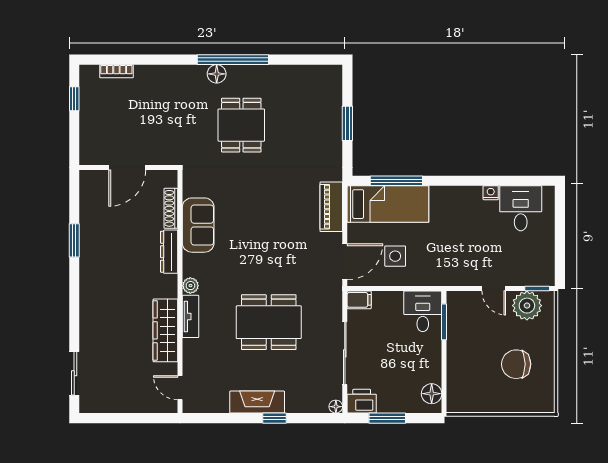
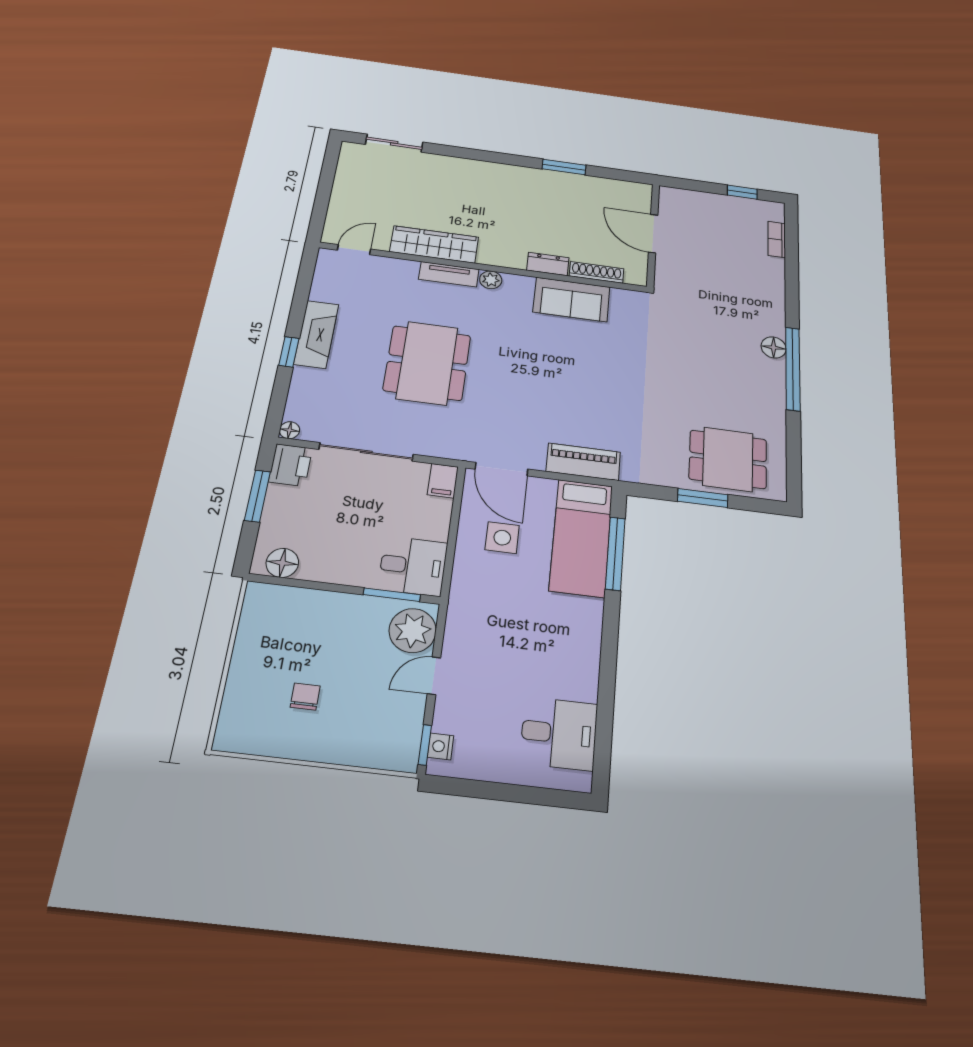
dining table: (241, 125) -> (728, 459), moved
nightstand: (491, 193) -> (440, 746), moved, turned 180
dresser: (169, 252) -> (548, 264), width x0.70
plant: (527, 306) -> (413, 631), moved
chair: (516, 364) -> (305, 697), width x0.54, depth x0.54

